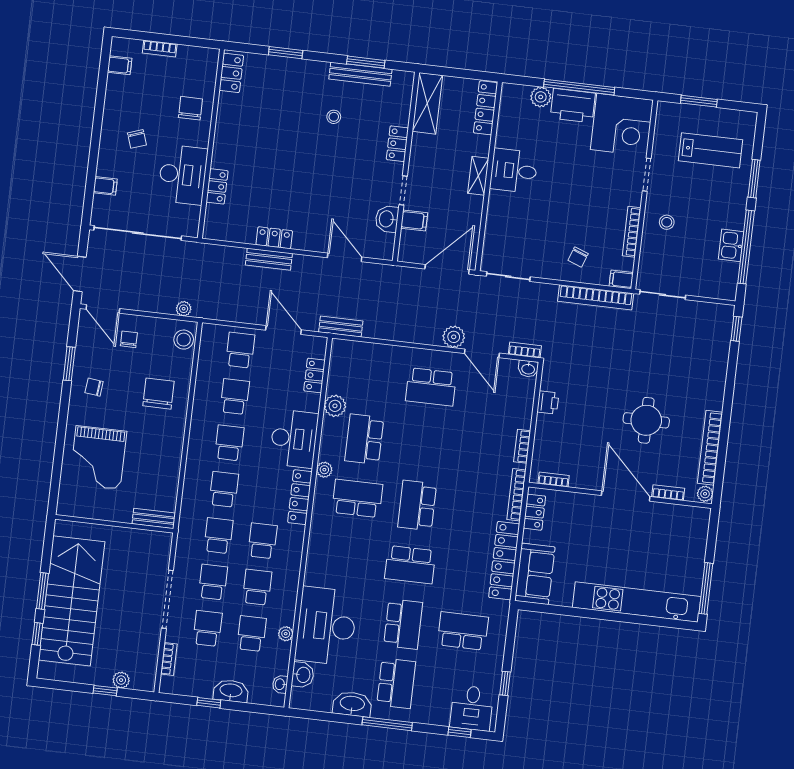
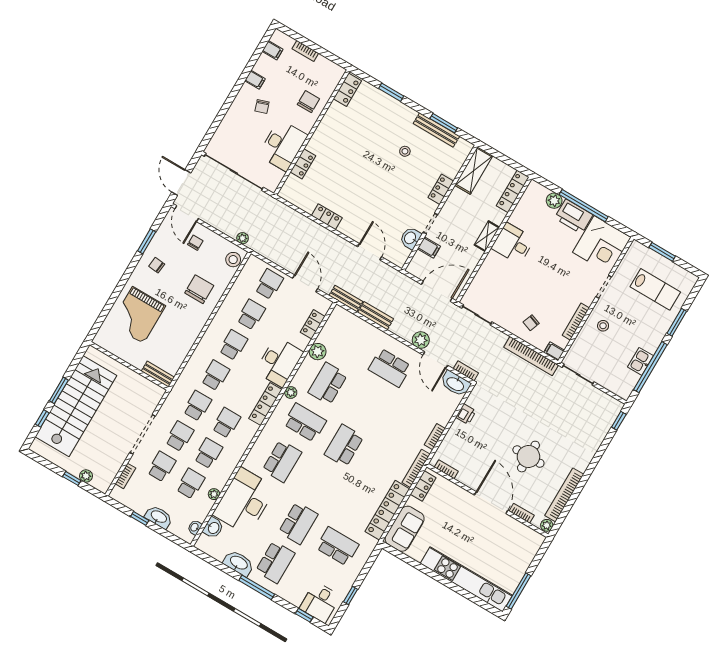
filing cabinet: (105, 186) -> (255, 80), moved
bench: (269, 259) -> (376, 316), moved
washbasin: (528, 369) -> (455, 384), width x1.91, depth x1.45
school desk: (410, 565) -> (282, 461), moved, turned -90

